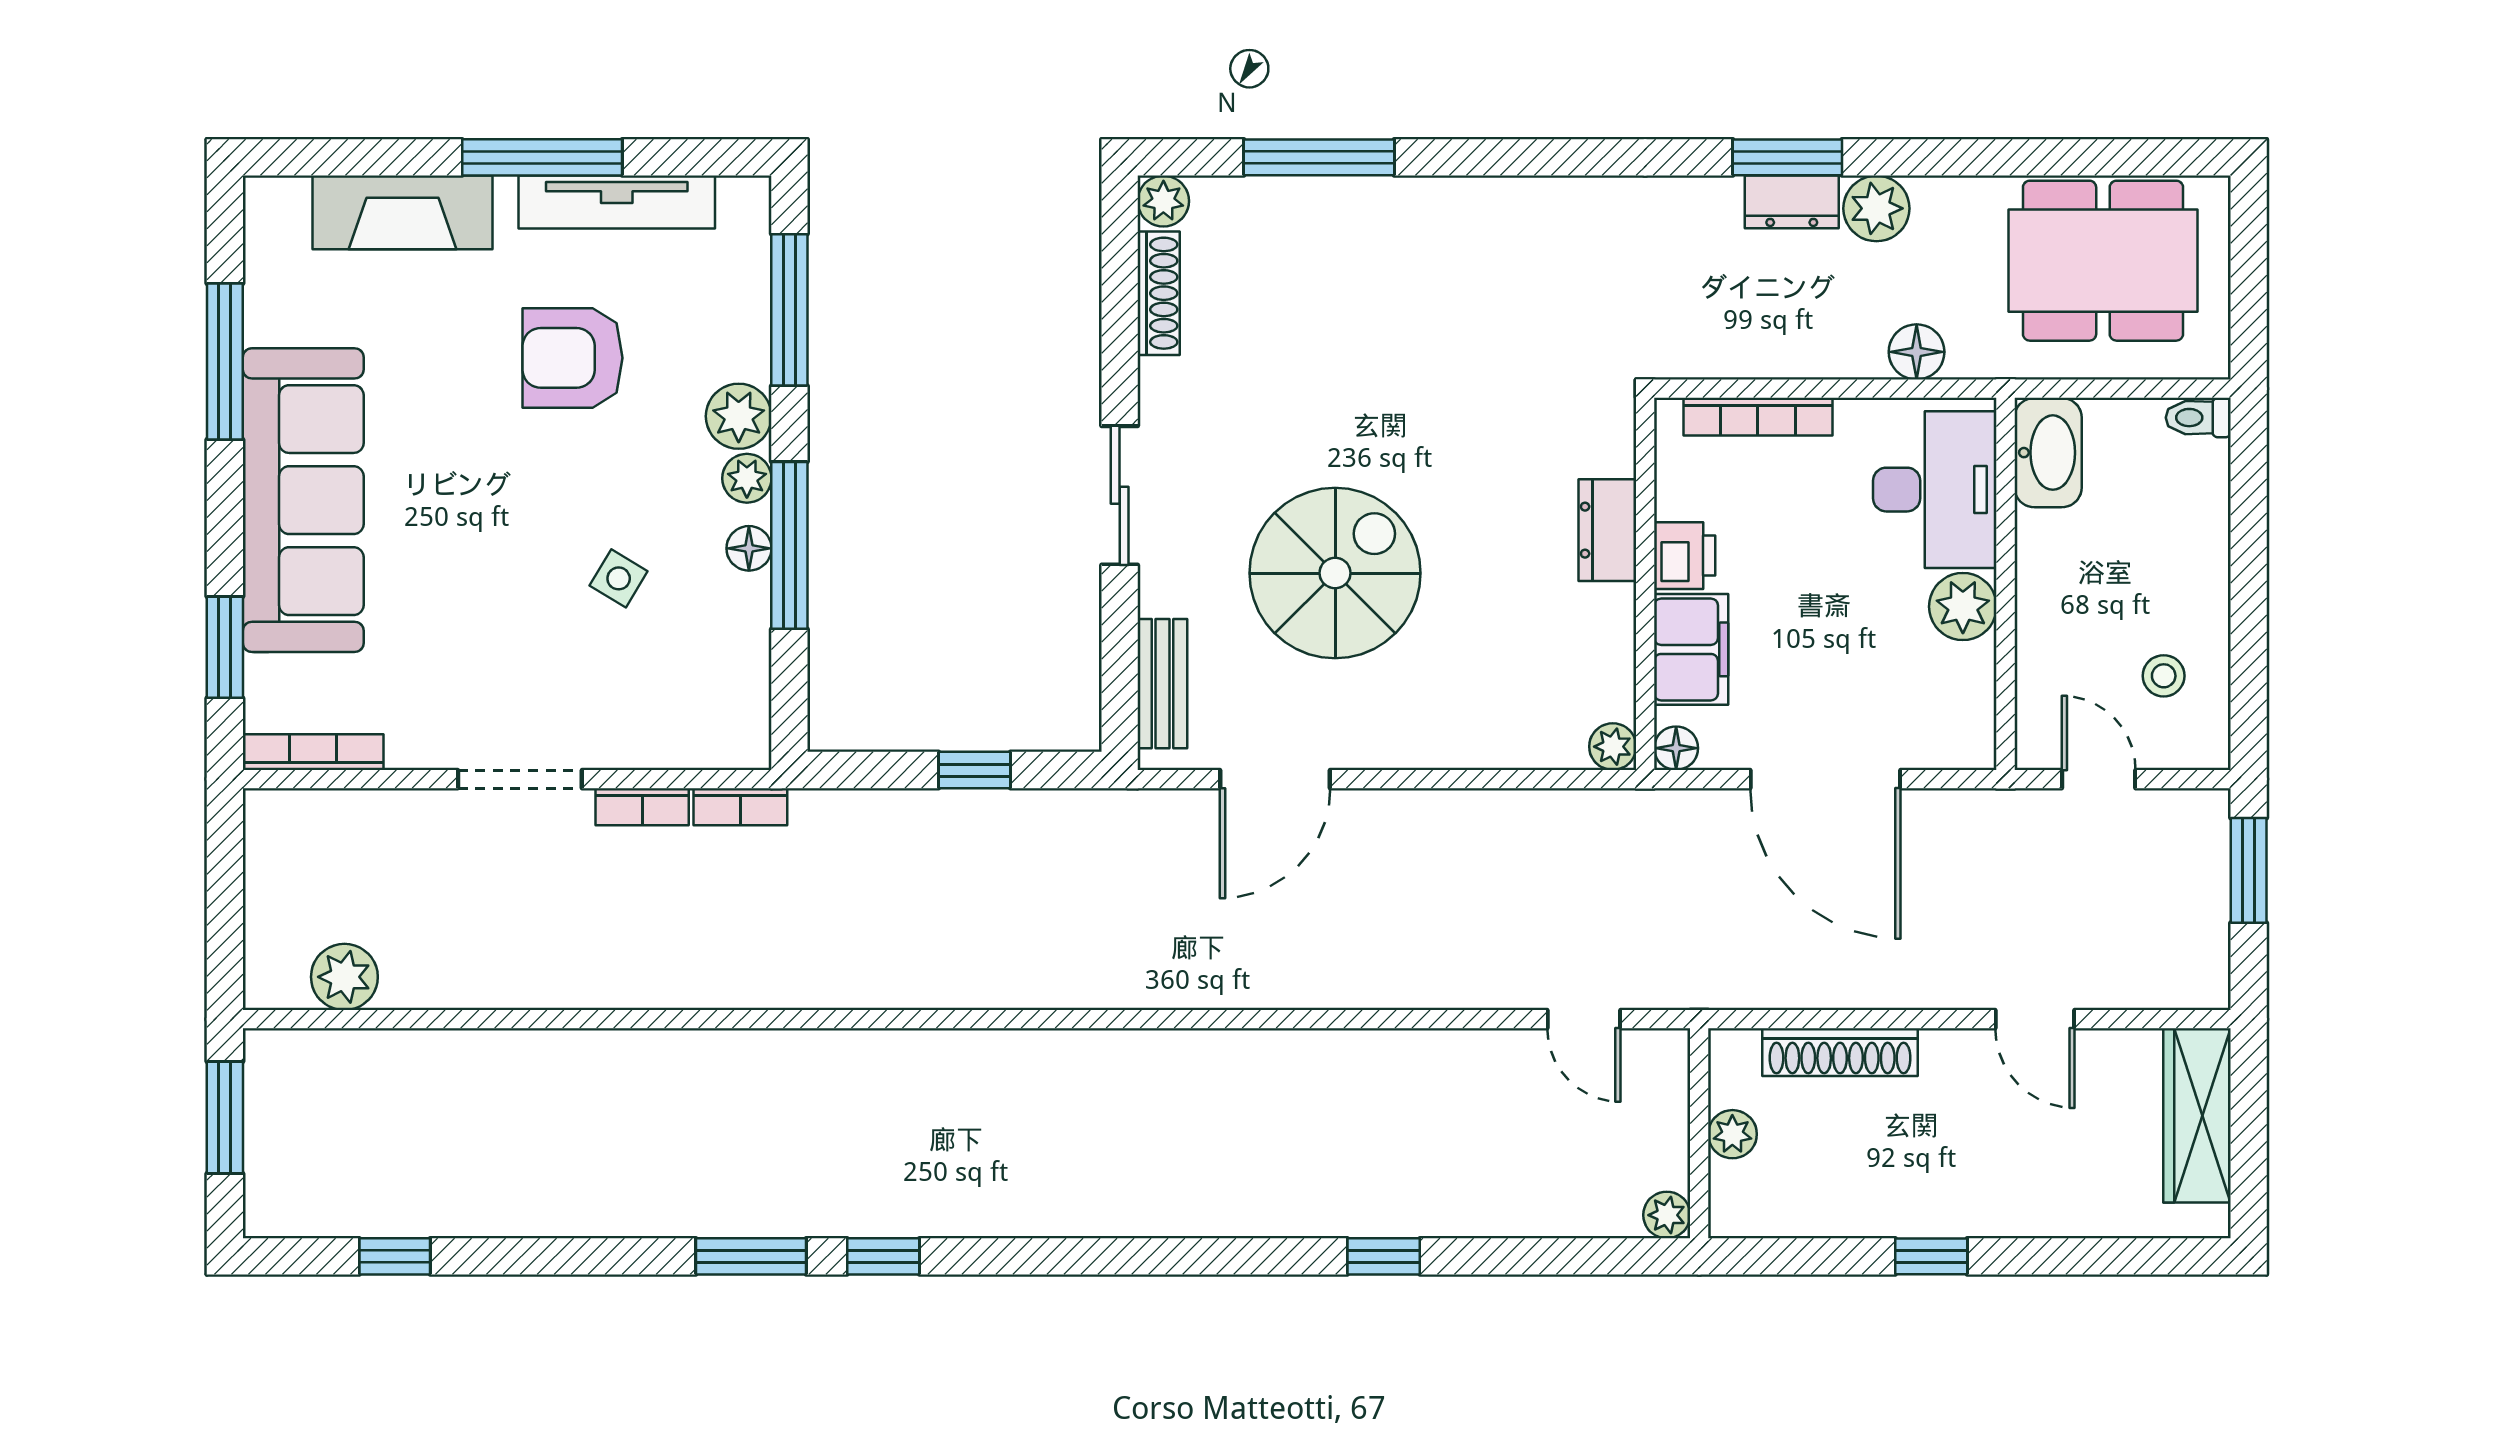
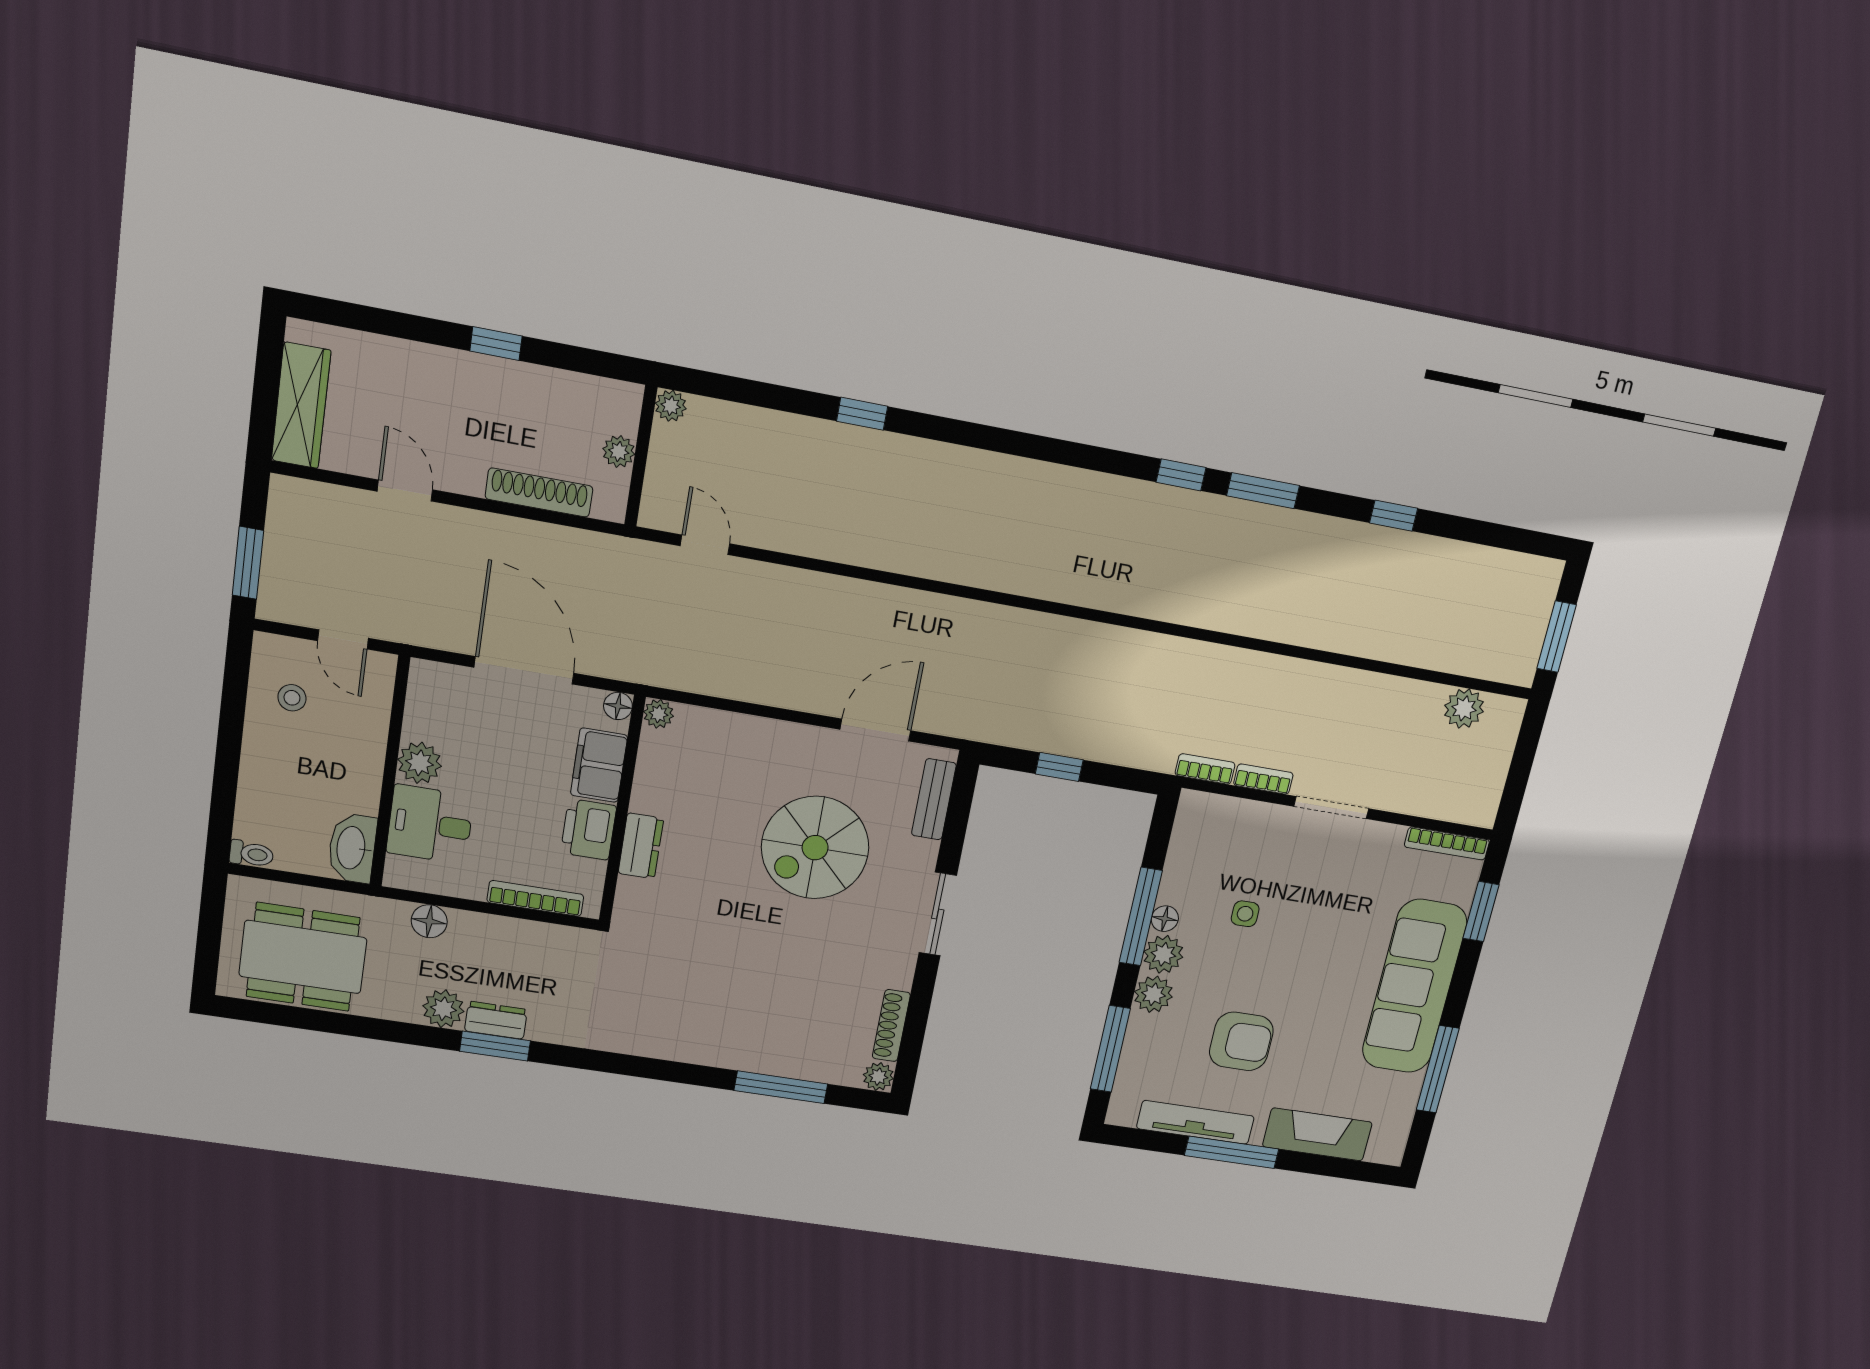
plant: (747, 478) -> (1163, 954), width x1.38, depth x1.38
desk: (1935, 490) -> (430, 824), width x0.73
printer: (1685, 556) -> (589, 829), width x1.36, depth x1.24
side table: (619, 578) -> (1245, 914), turned -31
window: (395, 1256) -> (1394, 516), moved

